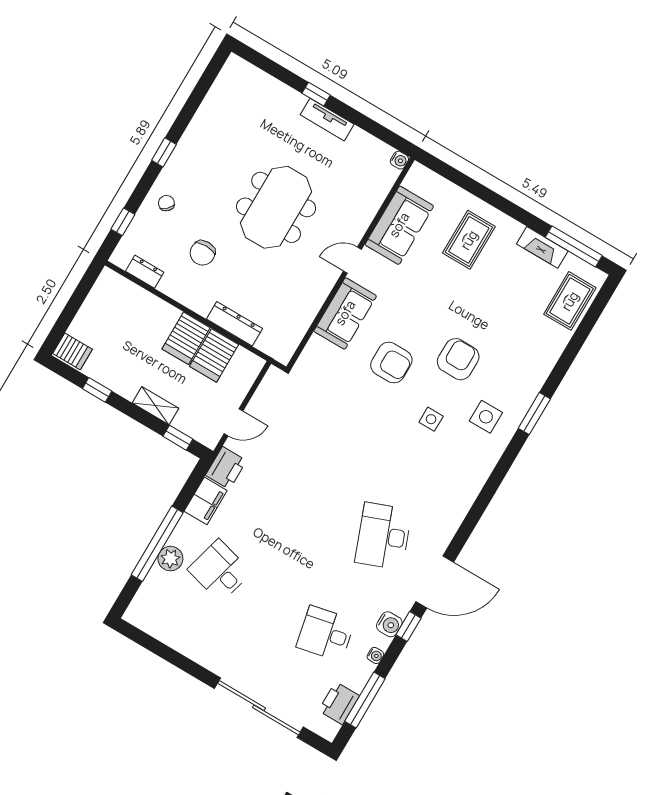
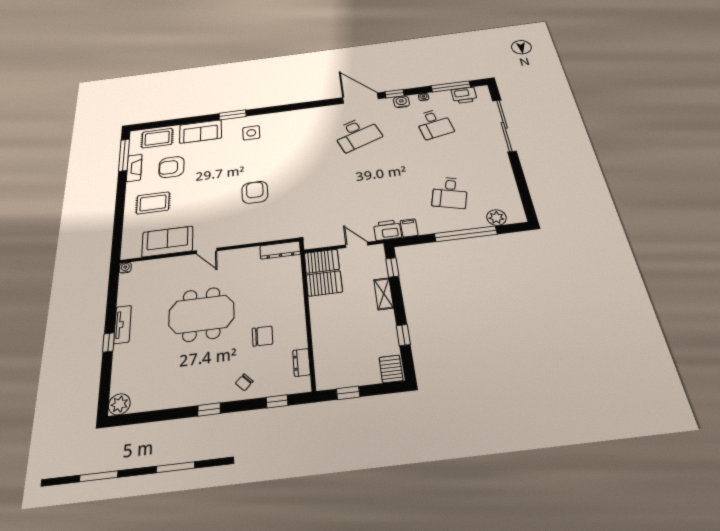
plant: (236, 69) -> (119, 404), added
window: (80, 294) -> (348, 393), added
sofa: (345, 313) -> (201, 132), moved, turned 180
dresser: (234, 324) -> (280, 250), moved, turned -90
server rack: (186, 338) -> (322, 261), moved
armchair: (458, 359) -> (172, 167), moved
side table: (431, 419) -> (273, 155), removed
filing cabinet: (206, 501) -> (409, 228), width x0.50
plant: (170, 559) -> (496, 218), moved

